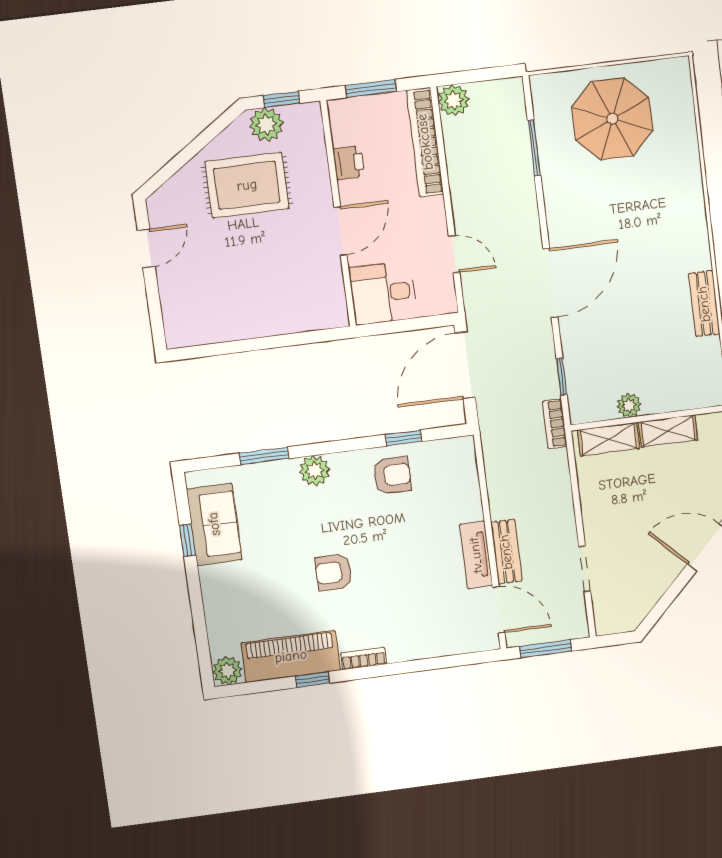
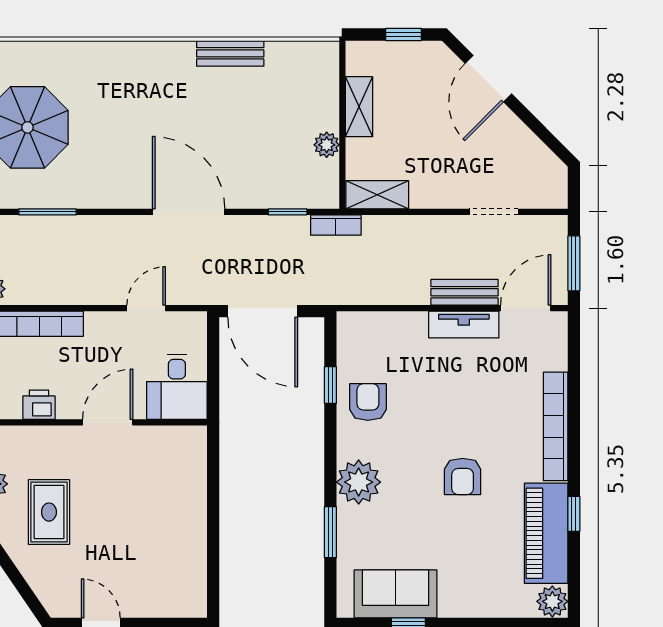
rug: (247, 185) -> (49, 512), width x0.73, depth x0.70
door: (340, 231) -> (108, 422), hinge flipped
shelving: (608, 439) -> (377, 195), moved, turned 90
plant: (315, 471) -> (359, 482), width x1.36, depth x1.36
bookcase: (363, 658) -> (556, 426), width x2.31, depth x1.31

